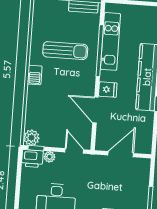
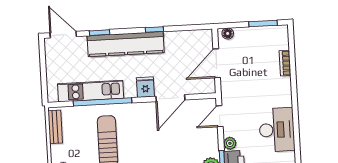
door: (121, 154) -> (217, 63), hinge flipped
floor lamp: (145, 167) -> (228, 33), added

